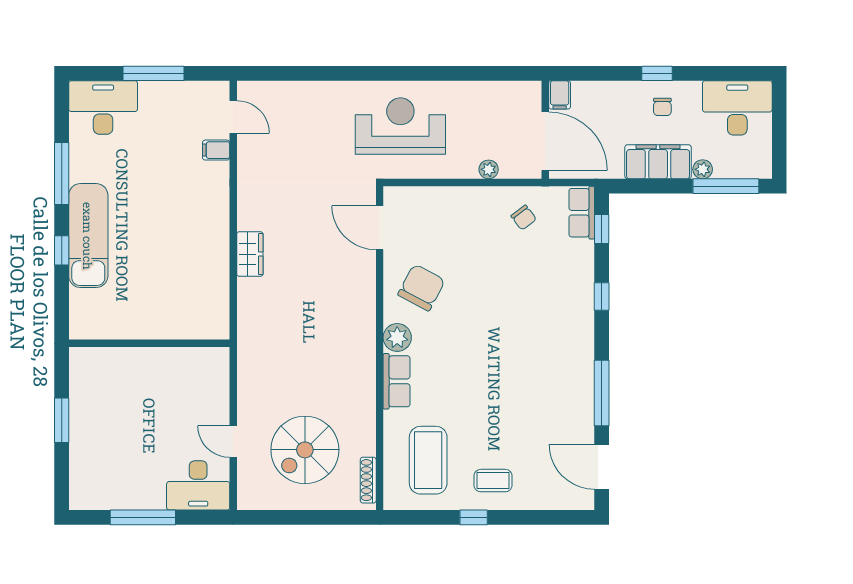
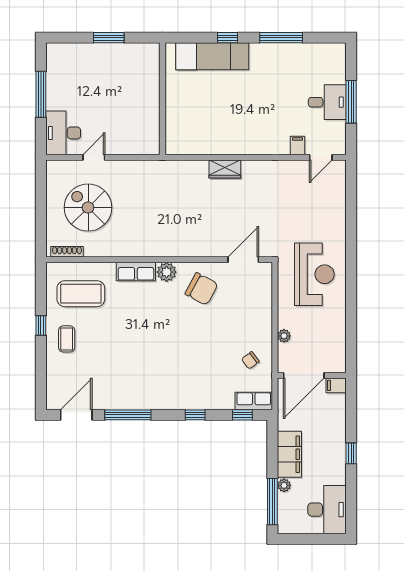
desk: (103, 107) -> (327, 102), moved, width x0.73
chair: (662, 107) -> (328, 457), removed
exam couch: (88, 236) -> (212, 56), moved

